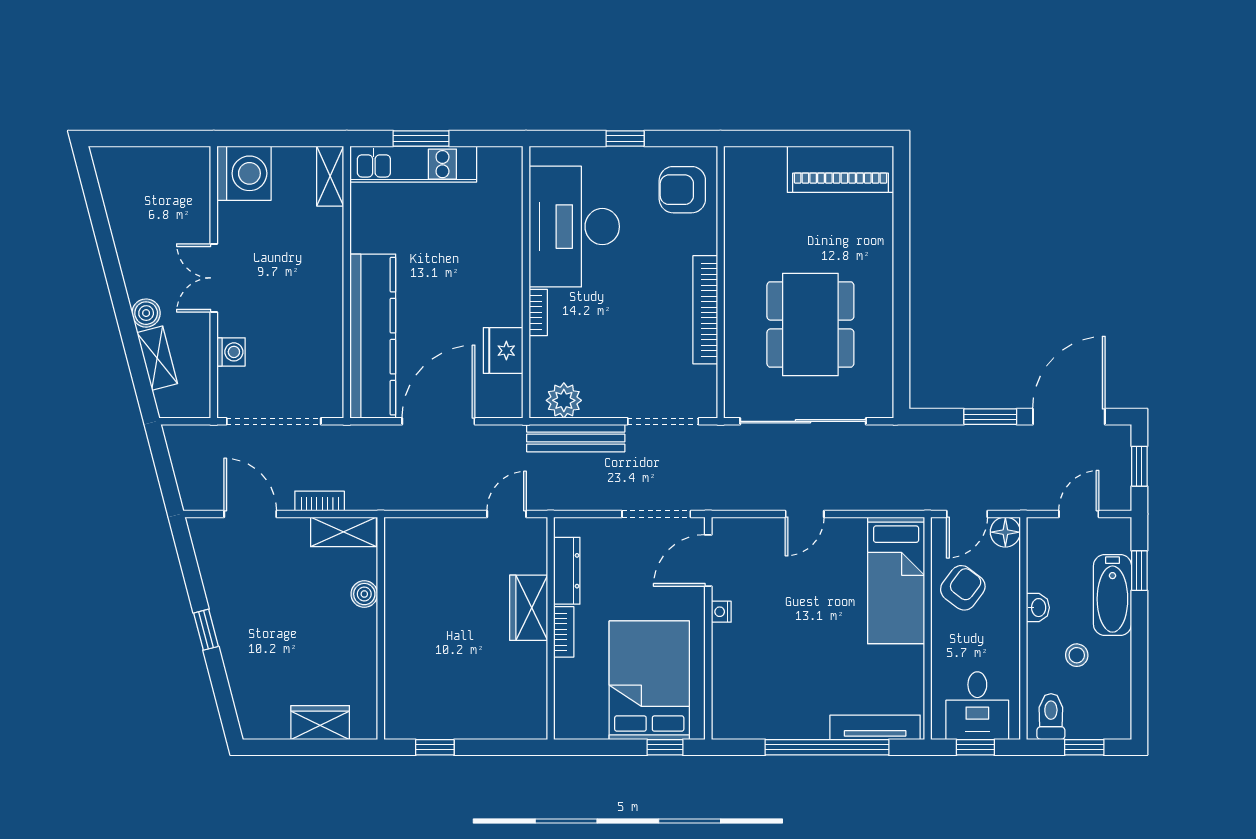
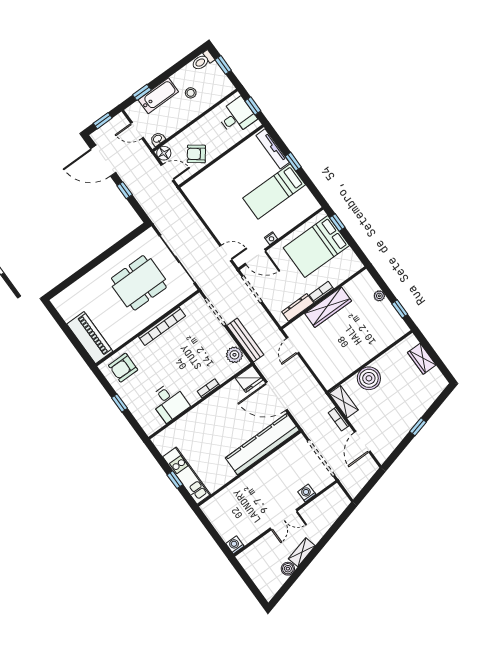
window: (421, 139) -> (175, 480), width x0.67
piano: (840, 169) -> (90, 338), moved
washing machine: (244, 173) -> (235, 545), width x0.53, depth x0.53
shelving: (330, 176) -> (214, 504), removed
armchair: (682, 190) -> (123, 368), turned 90
desk: (574, 227) -> (169, 402), width x0.53, depth x0.77
boiler: (146, 313) -> (288, 569), moved
fridge: (503, 351) -> (249, 379), moved
shelving: (157, 358) -> (302, 552), moved
window: (990, 417) -> (125, 190), width x0.67
door: (507, 514) -> (293, 345), hinge flipped
door: (805, 514) -> (226, 253), moved
bed: (896, 580) -> (274, 191), moved, turned 180
boiler: (364, 594) -> (369, 378), width x1.86, depth x1.86
wardrobe: (529, 608) -> (328, 307), width x1.50
washbasin: (1038, 608) -> (158, 139), moved
toilet: (1051, 717) -> (203, 61), moved
plant: (484, 728) -> (379, 296), added
window: (827, 747) -> (293, 162), width x0.32

